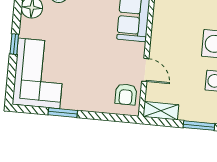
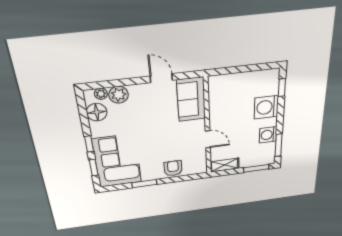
window: (11, 76) -> (94, 168), added
armchair: (126, 94) -> (173, 168), moved, turned 180

